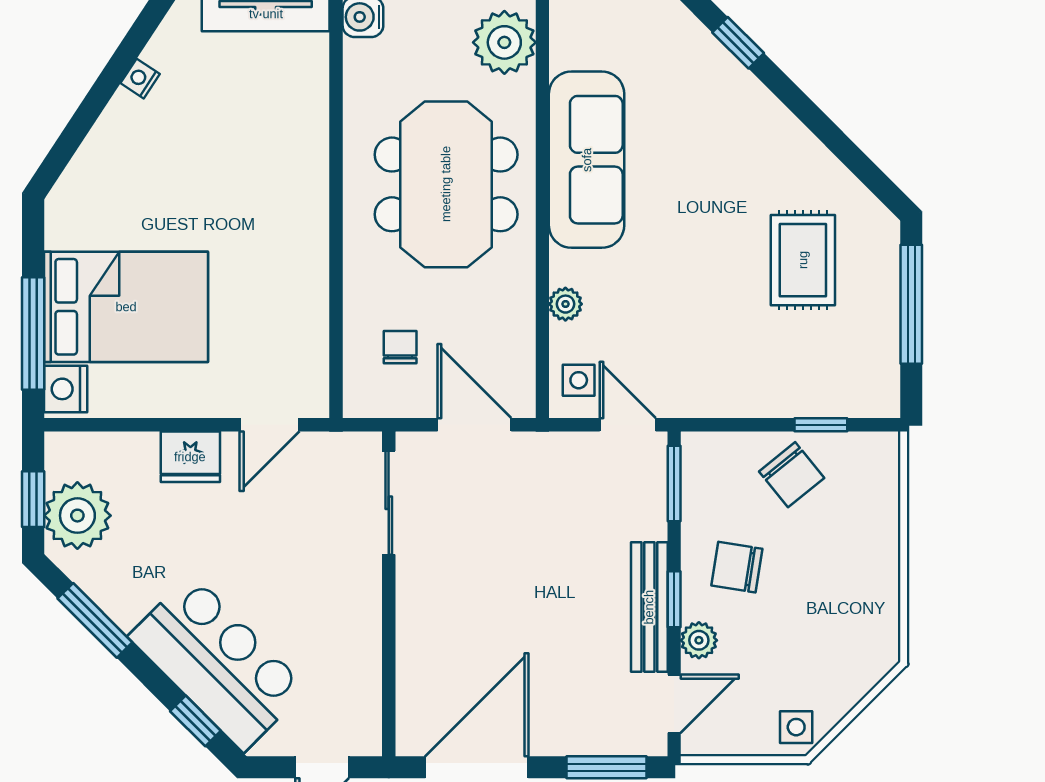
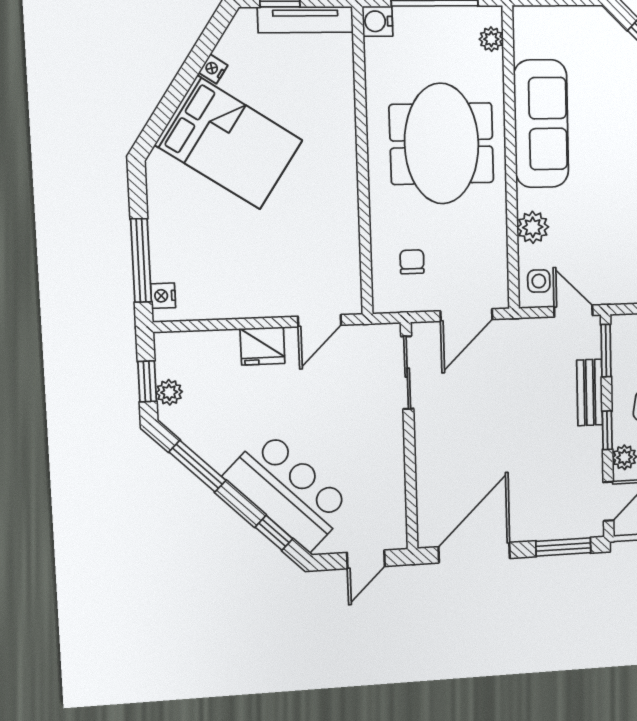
plant: (504, 42) -> (491, 39), width x0.53, depth x0.53
plant: (565, 304) -> (533, 227), width x1.38, depth x1.38
bed: (126, 307) -> (229, 143), moved, turned 33
nightstand: (66, 389) -> (163, 296), width x0.72, depth x0.74
door: (474, 425) -> (466, 315), swing flipped
plant: (77, 516) -> (169, 392), width x0.53, depth x0.53
bench: (649, 607) -> (590, 392), moved, width x0.73

